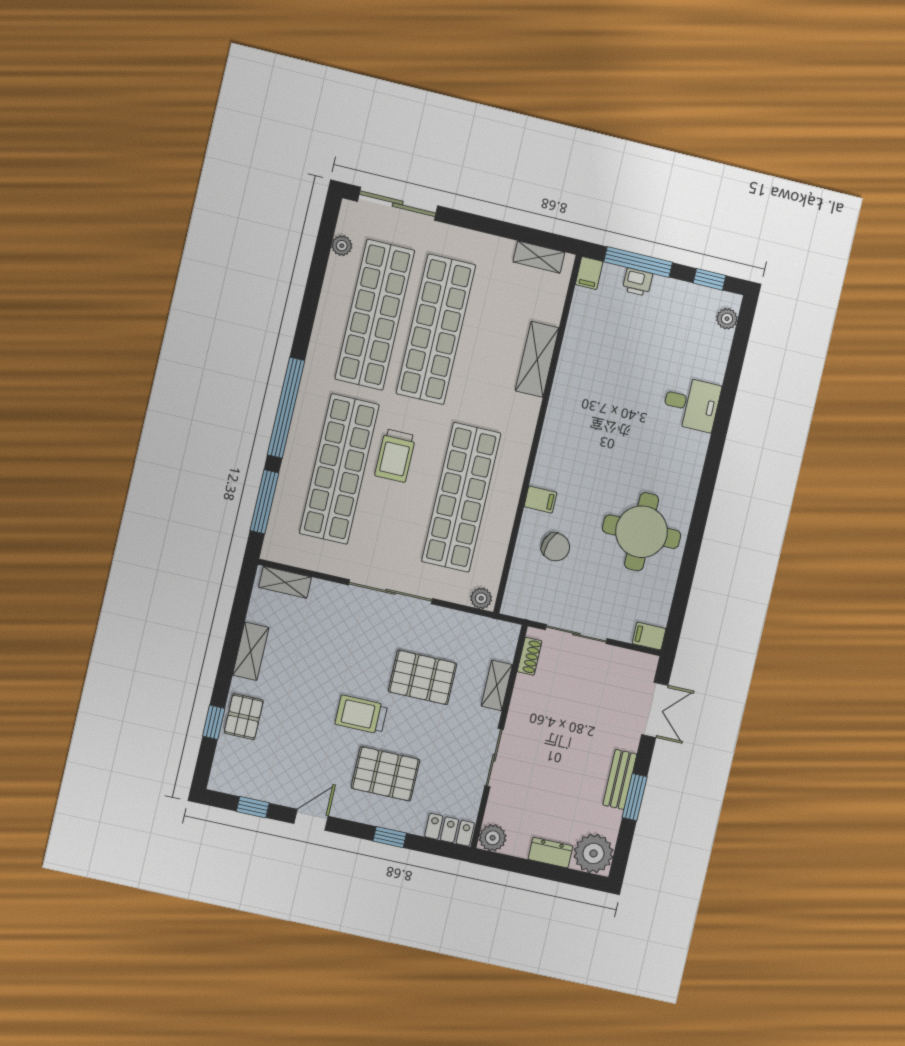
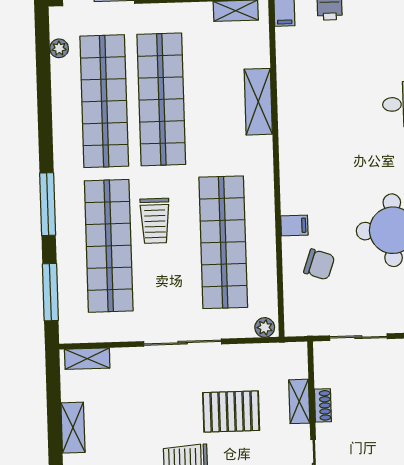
window: (286, 408) -> (48, 204), width x0.68
shoe rack: (530, 656) -> (323, 405), moved

